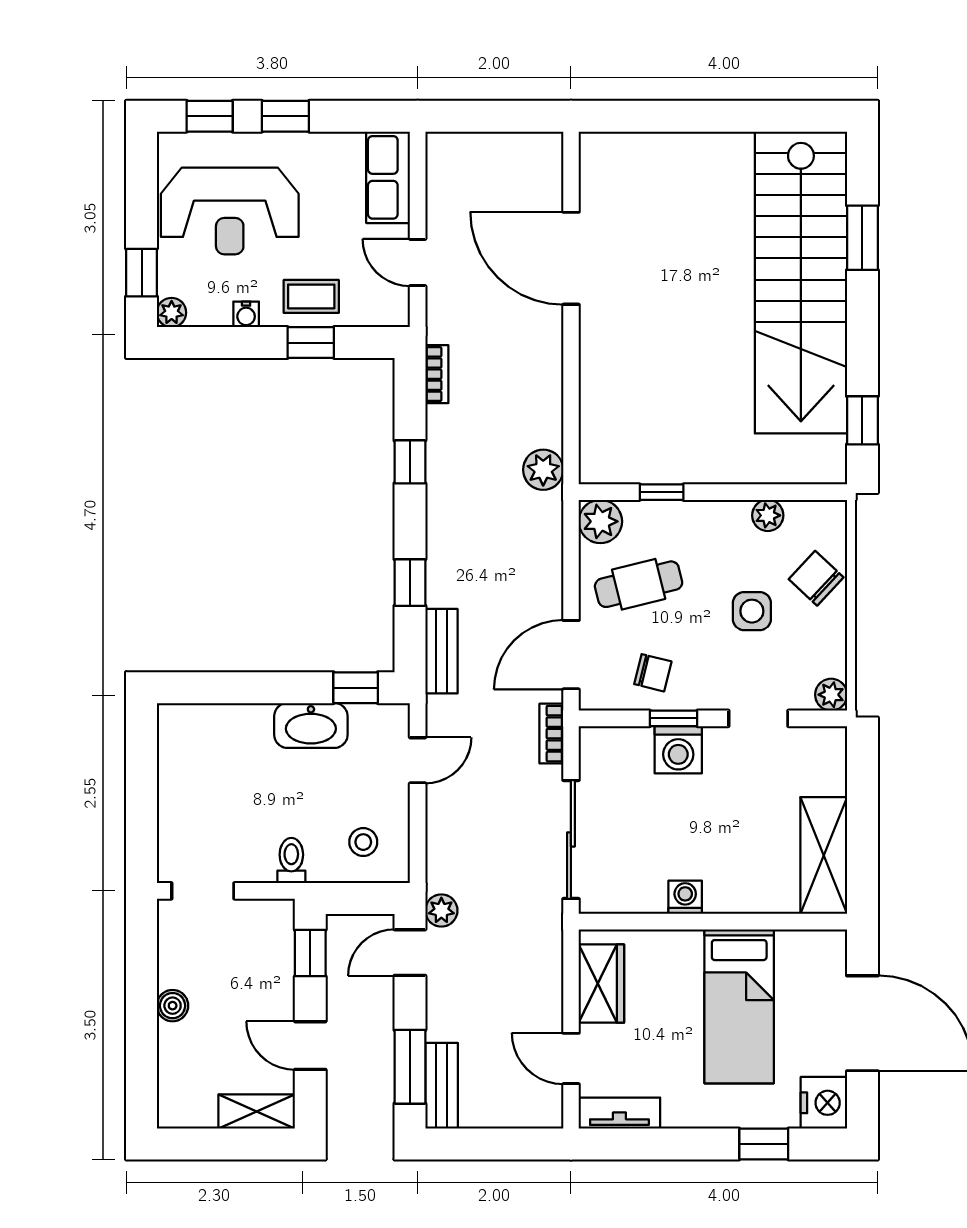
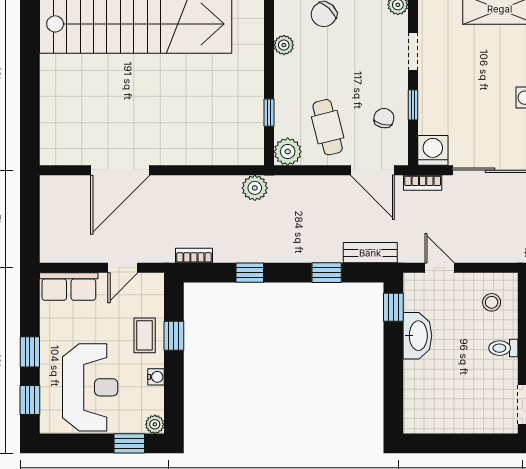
side table: (752, 611) -> (345, 55), removed
washing machine: (678, 750) -> (433, 150), moved, turned -90

